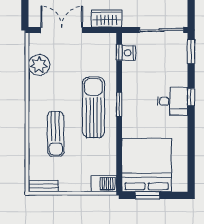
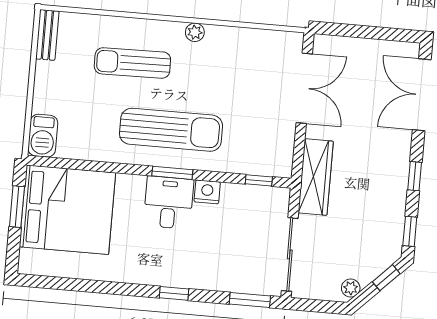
wardrobe: (107, 19) -> (316, 177), width x1.50
nightstand: (129, 53) -> (207, 192), moved
plant: (39, 65) -> (195, 32), moved, width x0.53, depth x0.53
desk: (172, 101) -> (169, 203), moved, turned 180

